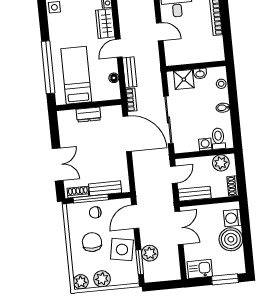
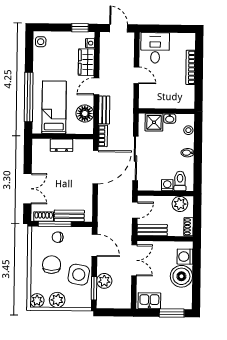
floor lamp: (114, 78) -> (85, 114), width x1.89, depth x1.89
door: (127, 134) -> (95, 167), hinge flipped
door: (135, 217) -> (95, 245), swing flipped

